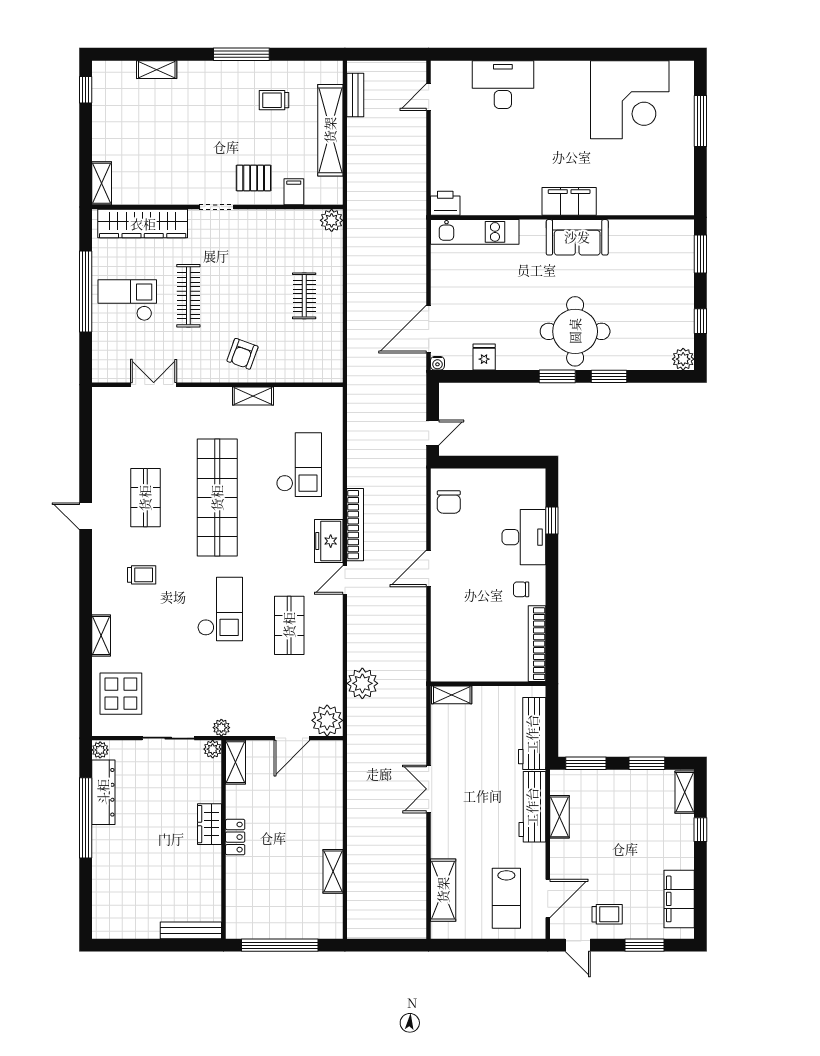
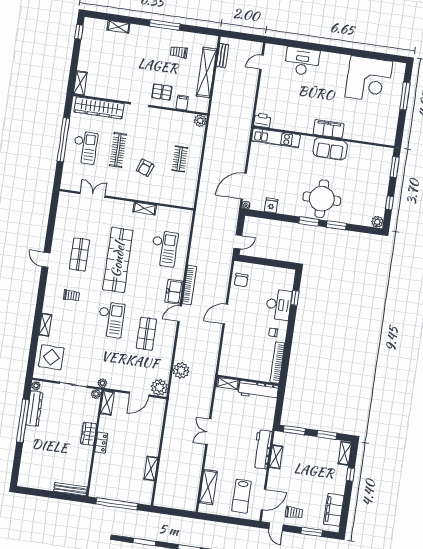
checkout: (127, 300) -> (85, 148), turned 90
armchair: (243, 354) -> (145, 168), moved
workbench: (532, 734) -> (258, 390), moved, turned -90

